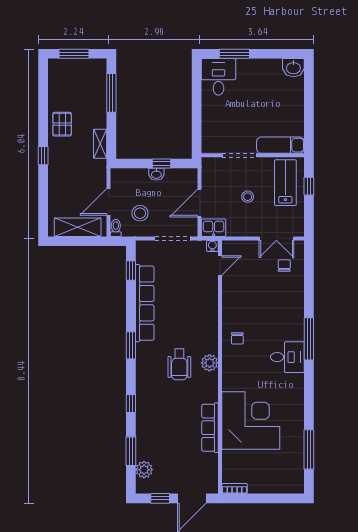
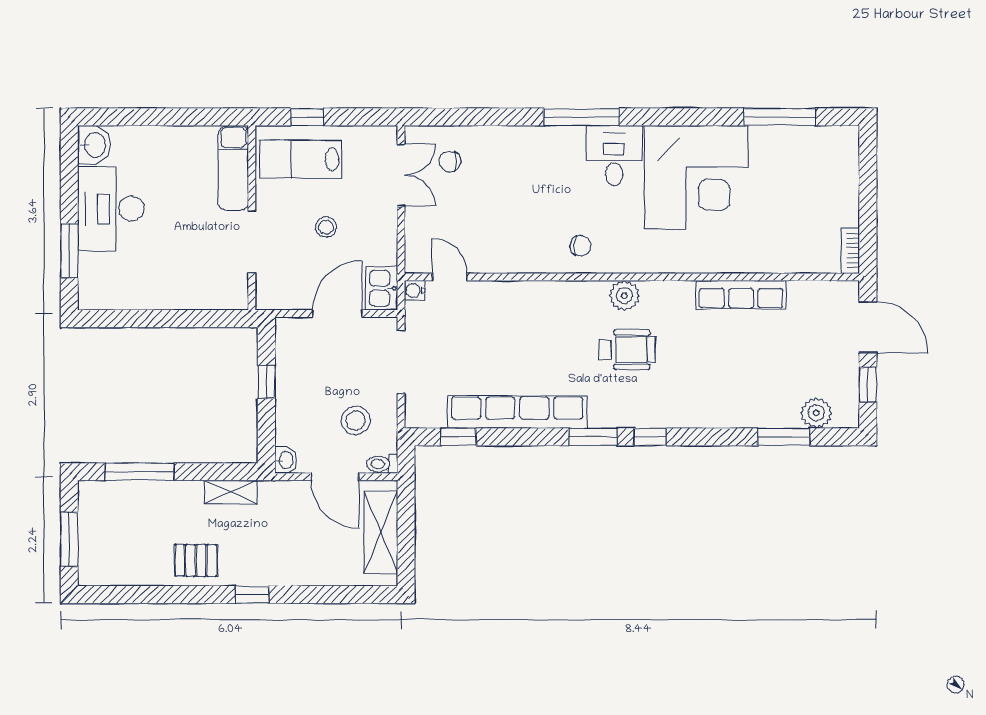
desk: (218, 77) -> (111, 209), moved, width x1.37
washbasin: (156, 174) -> (286, 460), moved
door: (200, 203) -> (337, 314), swing flipped
window: (131, 403) -> (650, 437), moved
corner desk: (251, 421) -> (696, 177), moved, turned 180

